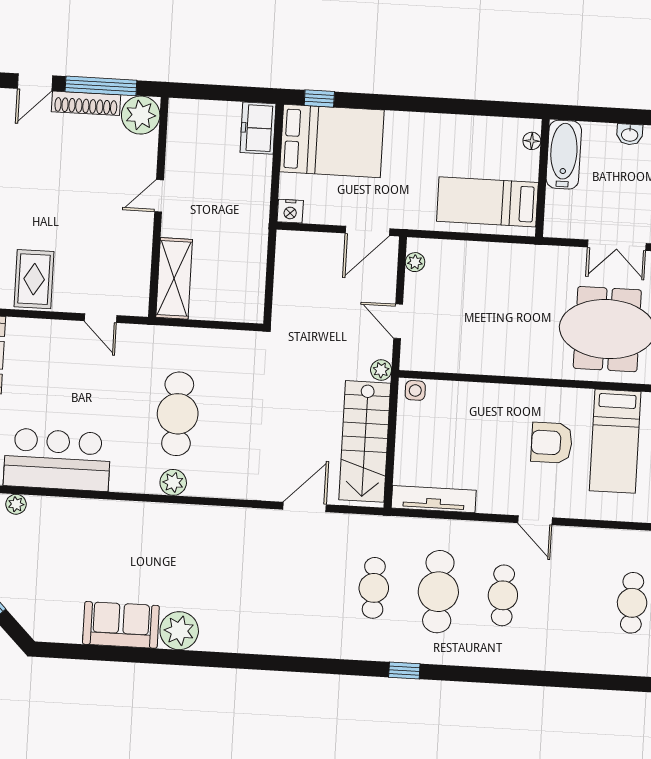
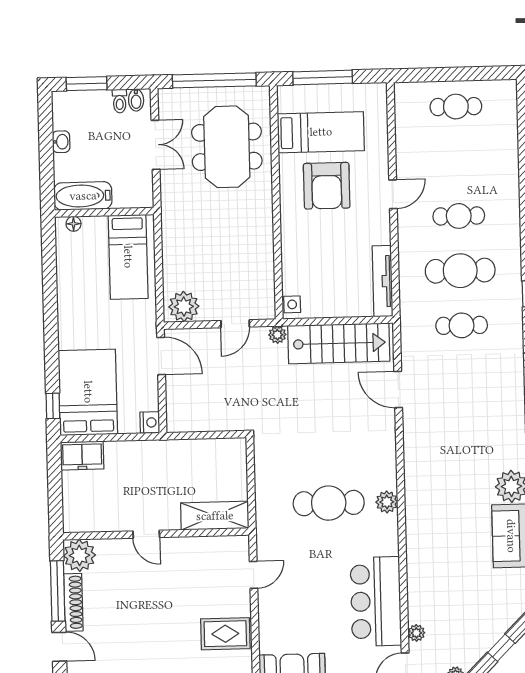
plant: (415, 262) -> (184, 307), width x1.87, depth x1.87
armchair: (552, 443) -> (327, 186), width x1.36, depth x1.36

